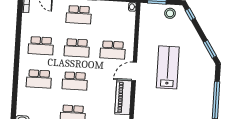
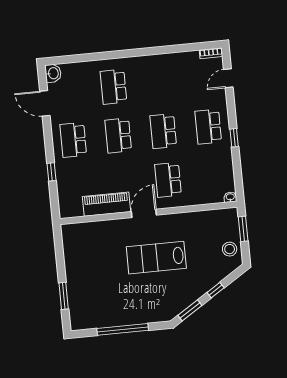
window: (190, 14) -> (216, 290), moved
school desk: (41, 46) -> (158, 82), removed
lab bench: (168, 67) -> (156, 258), turned 180
door: (134, 71) -> (144, 213), hinge flipped

